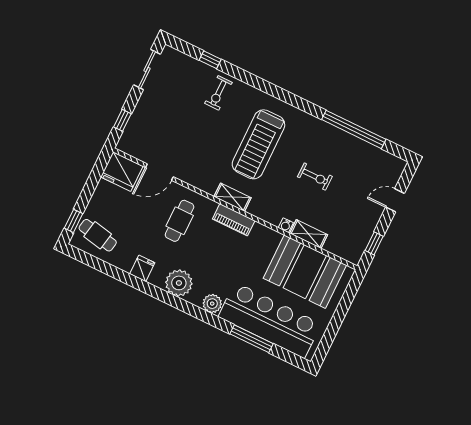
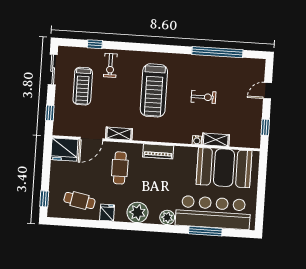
treadmill: (175, 104) -> (83, 86), added
shelving: (232, 197) -> (119, 134), moved
cafe table: (98, 235) -> (79, 201), moved

